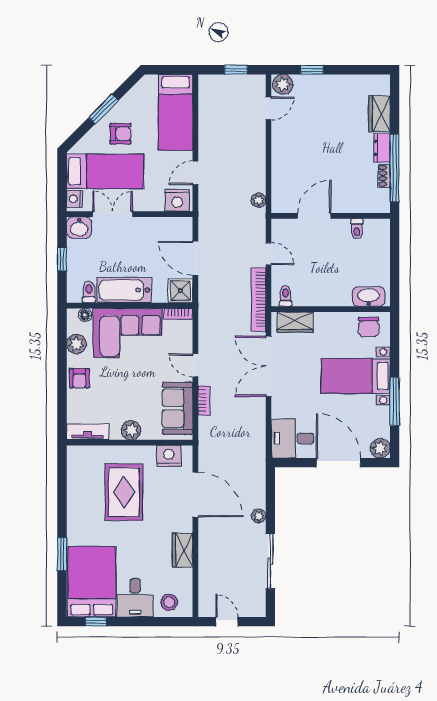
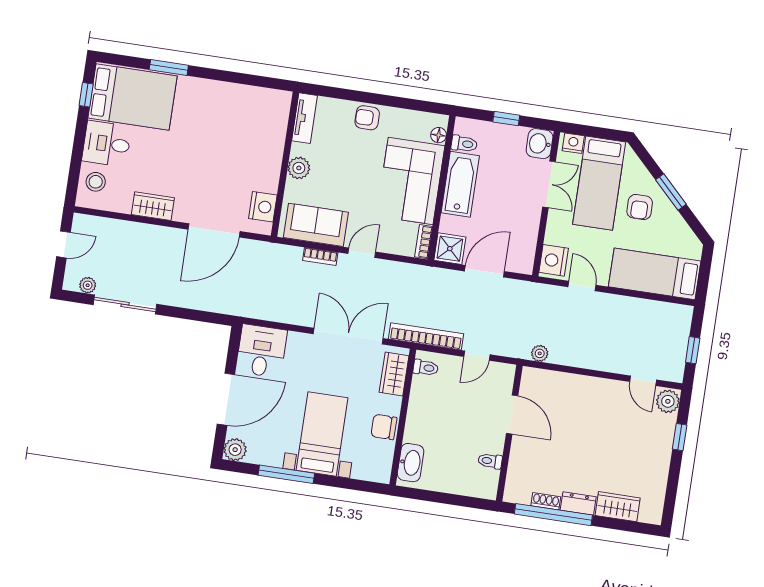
chair: (369, 327) -> (384, 427), moved
plant: (76, 344) -> (407, 120), removed
rug: (124, 492) -> (229, 149), removed
plant: (259, 516) -> (88, 285), moved

